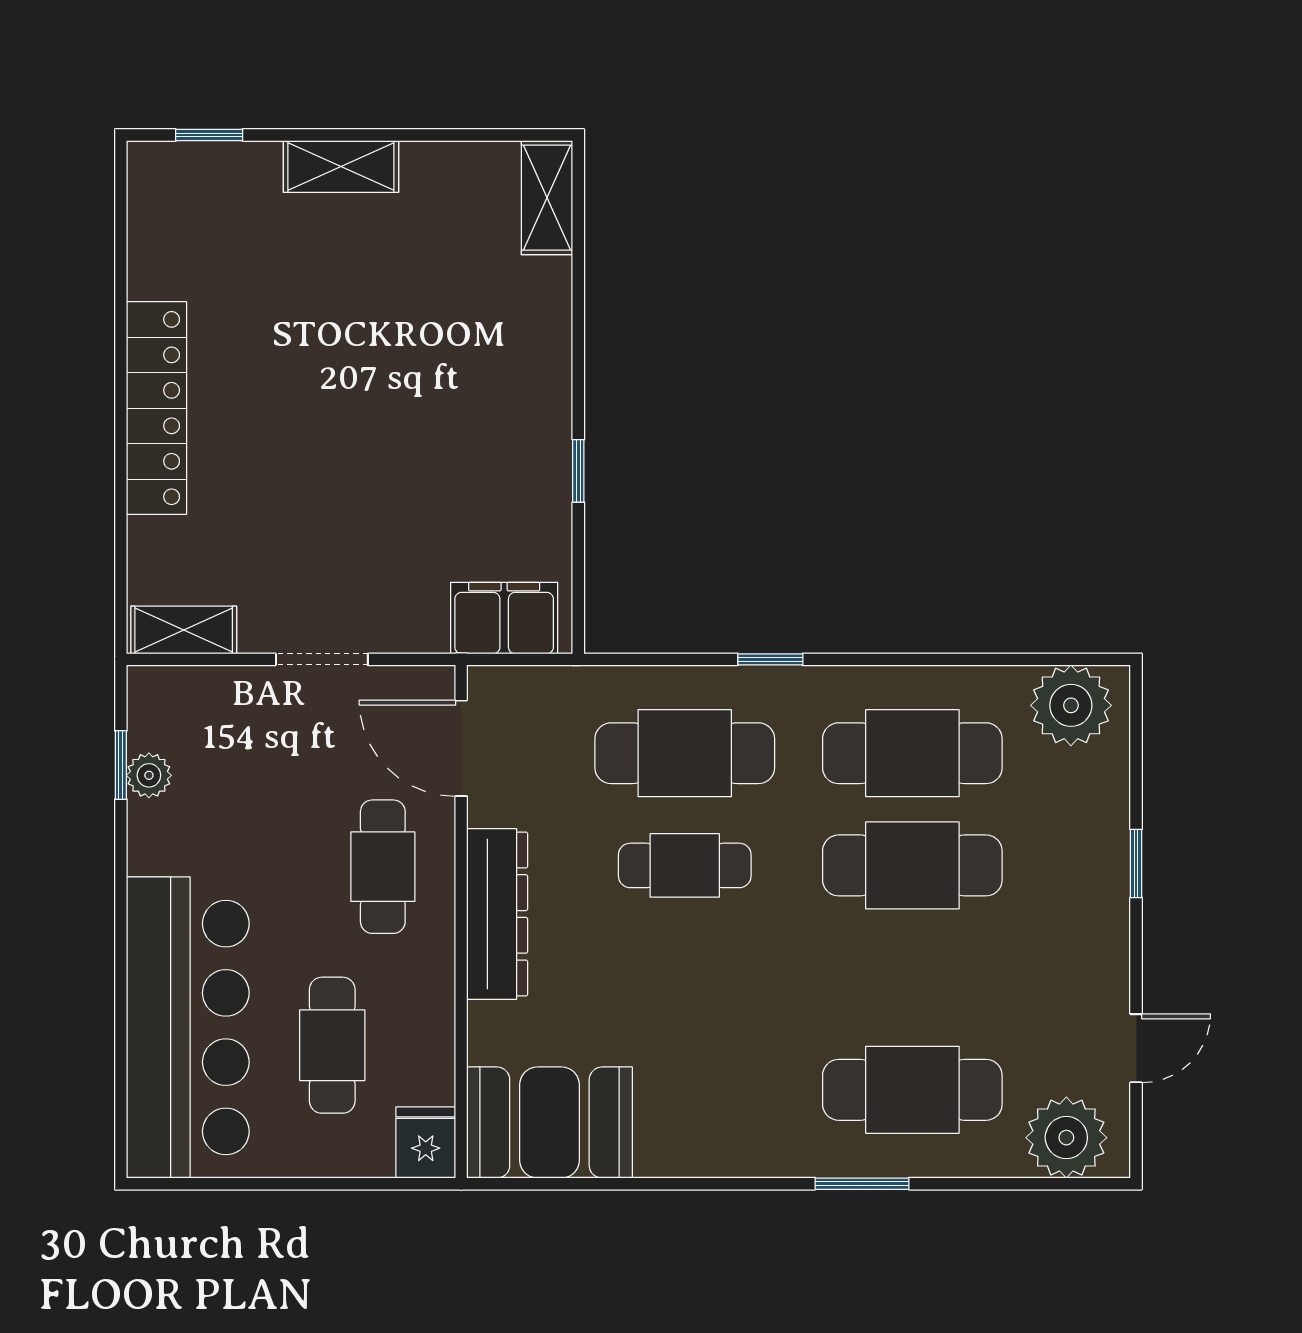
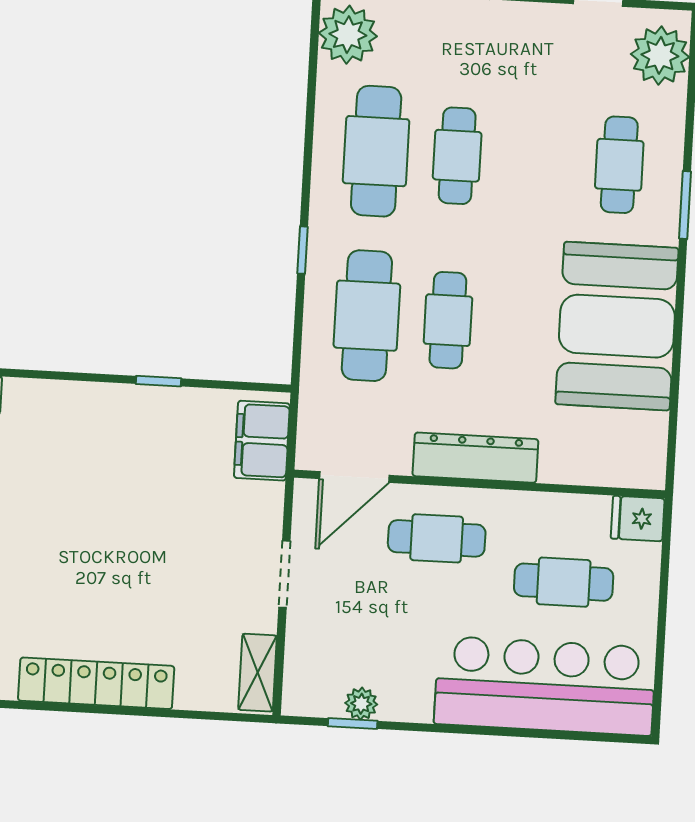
cafe table: (912, 865) -> (457, 156), width x0.73, depth x0.74
cafe table: (912, 1090) -> (619, 165), width x0.73, depth x0.74
booth: (549, 1123) -> (617, 326), moved, width x1.36, depth x1.42

